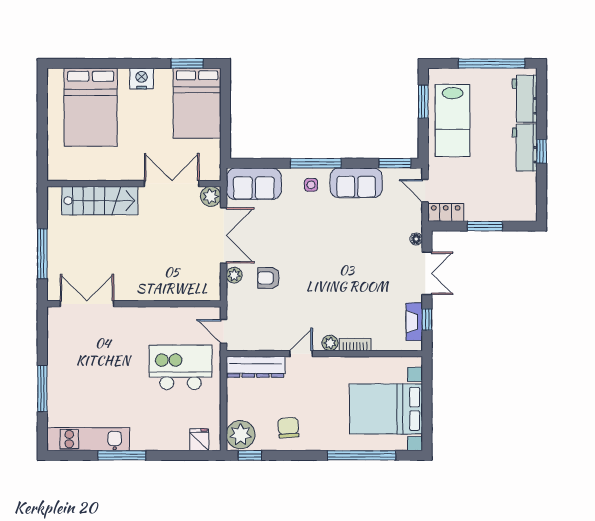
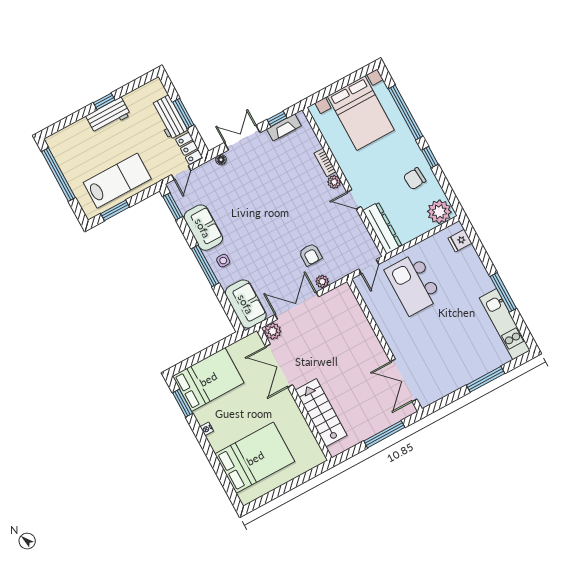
nightstand: (142, 79) -> (207, 429), width x0.53, depth x0.56
workbench: (525, 99) -> (169, 117), moved, turned 90
window: (250, 455) -> (430, 157), moved

